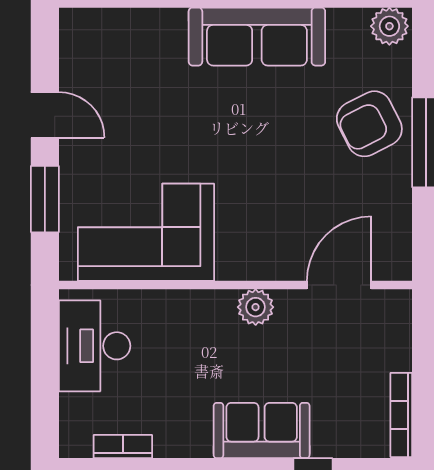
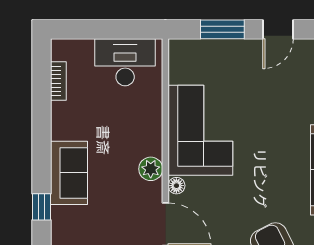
corner sofa: (146, 232) -> (200, 130), moved
floor lamp: (281, 268) -> (176, 186), added

